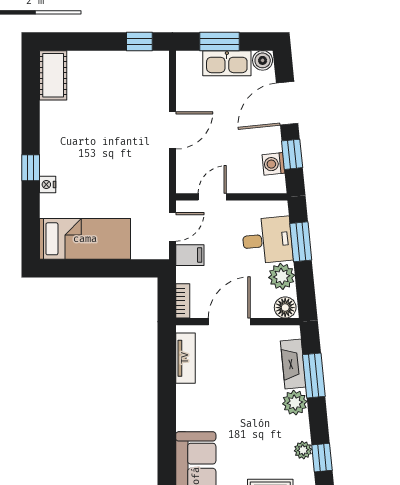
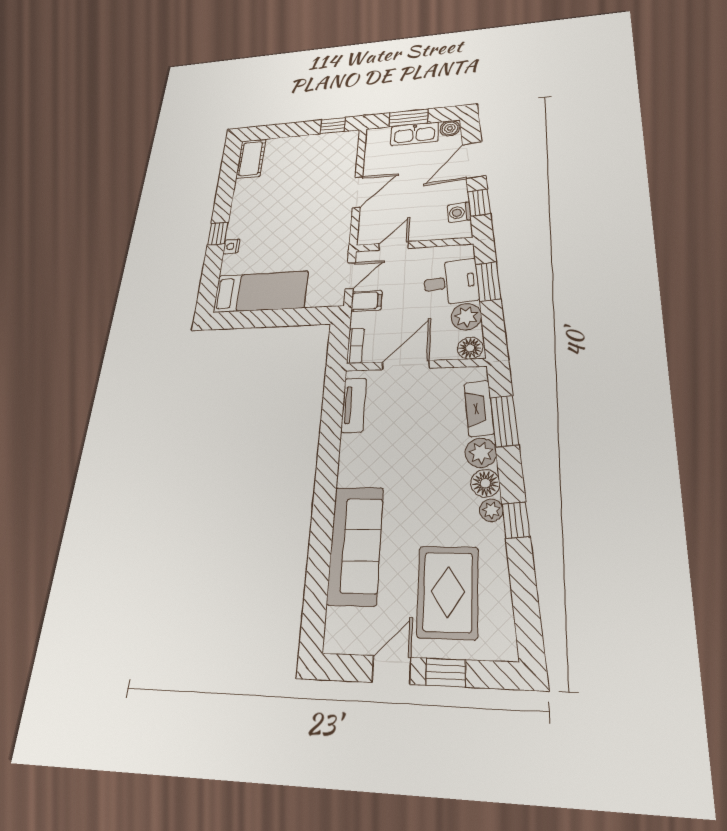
floor lamp: (298, 428) -> (485, 483), added

